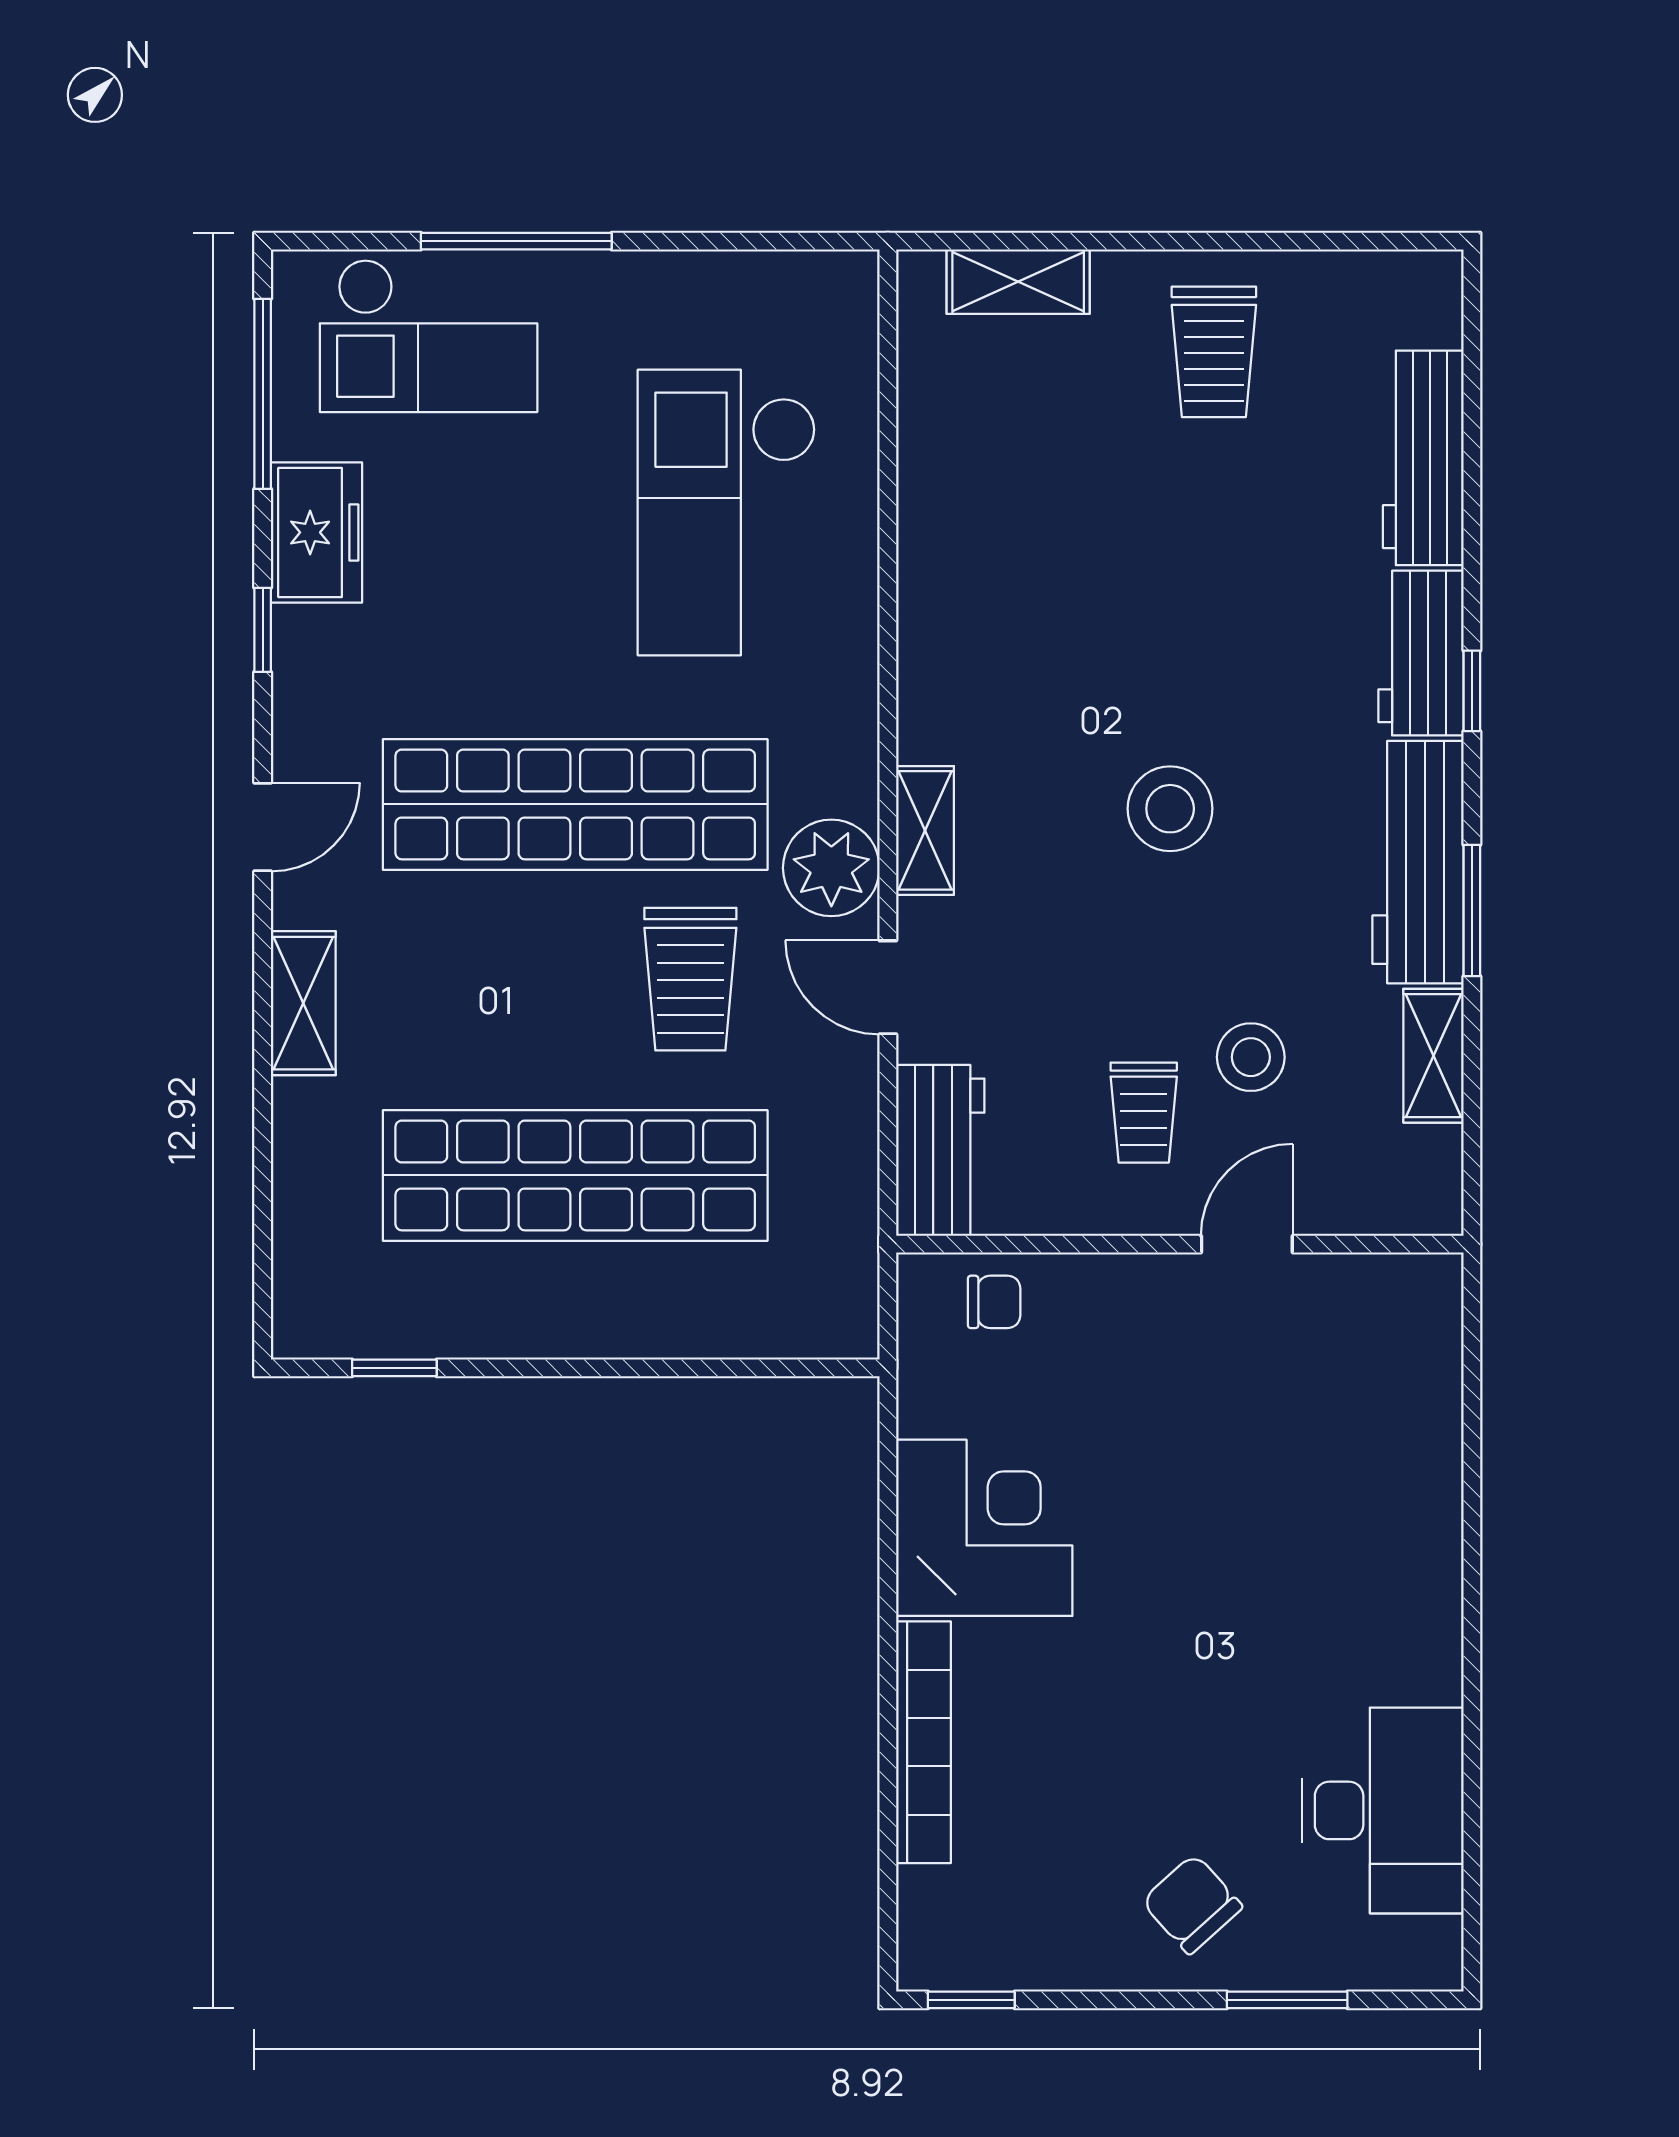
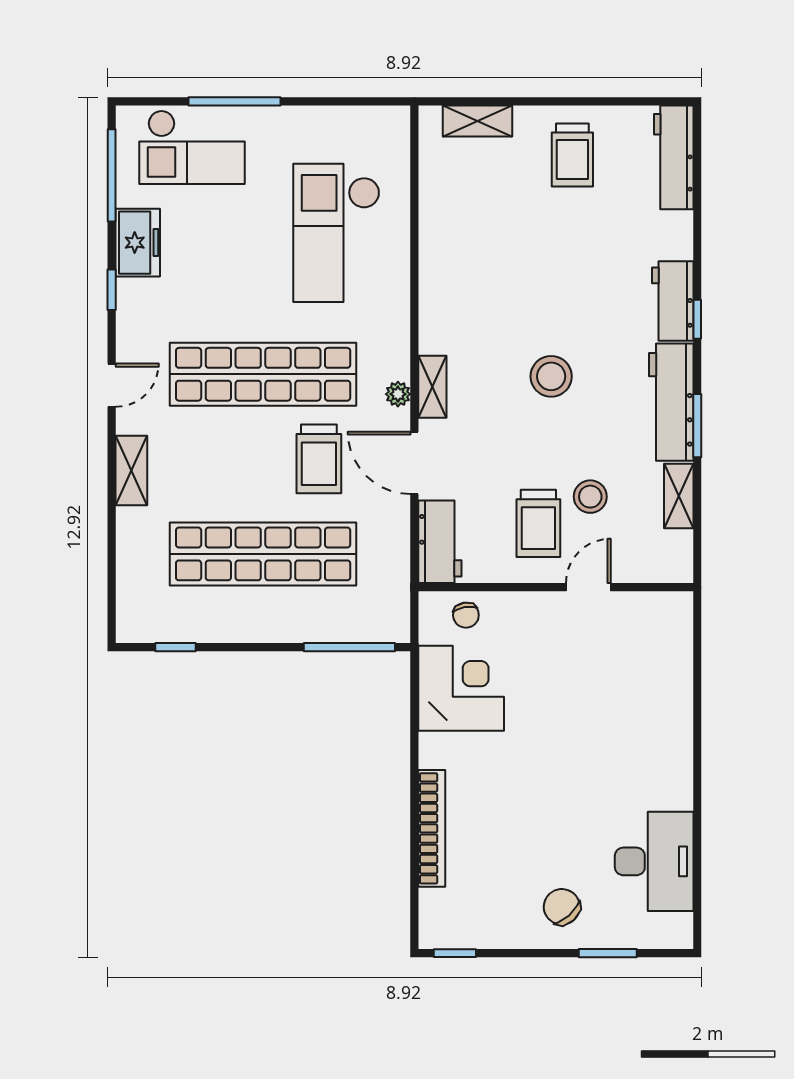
workbench: (1423, 458) -> (674, 157), moved
plant: (831, 868) -> (398, 394), width x0.53, depth x0.53
door: (888, 987) -> (414, 463), width x1.37
trolley: (1144, 1113) -> (538, 523), width x1.36, depth x1.39
chair: (994, 1302) -> (466, 615), turned 81
window: (753, 1368) -> (349, 647), added
corner desk: (984, 1528) -> (461, 688), moved

